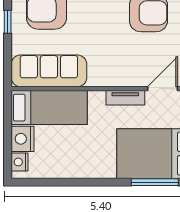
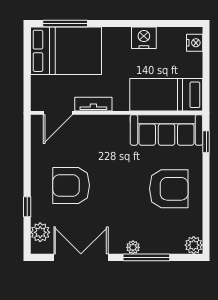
window: (8, 22) -> (206, 142), moved
nightstand: (23, 139) -> (144, 38), moved, turned -90

